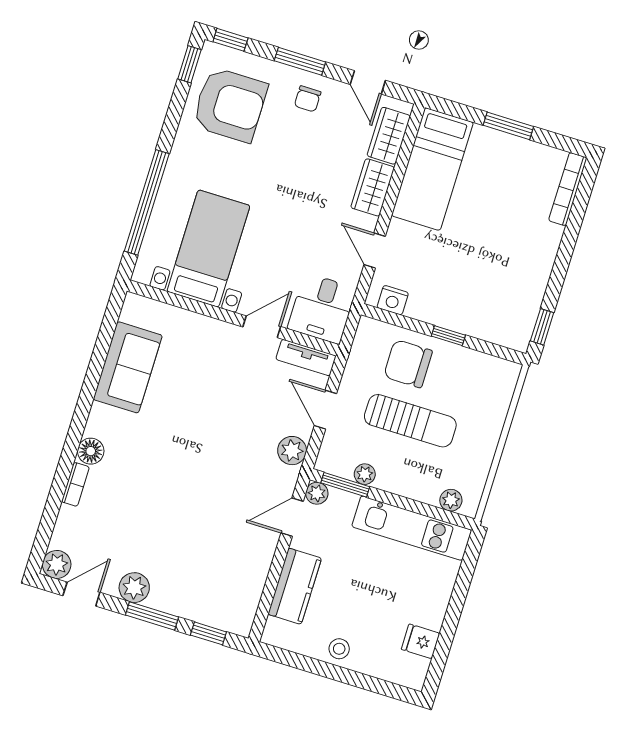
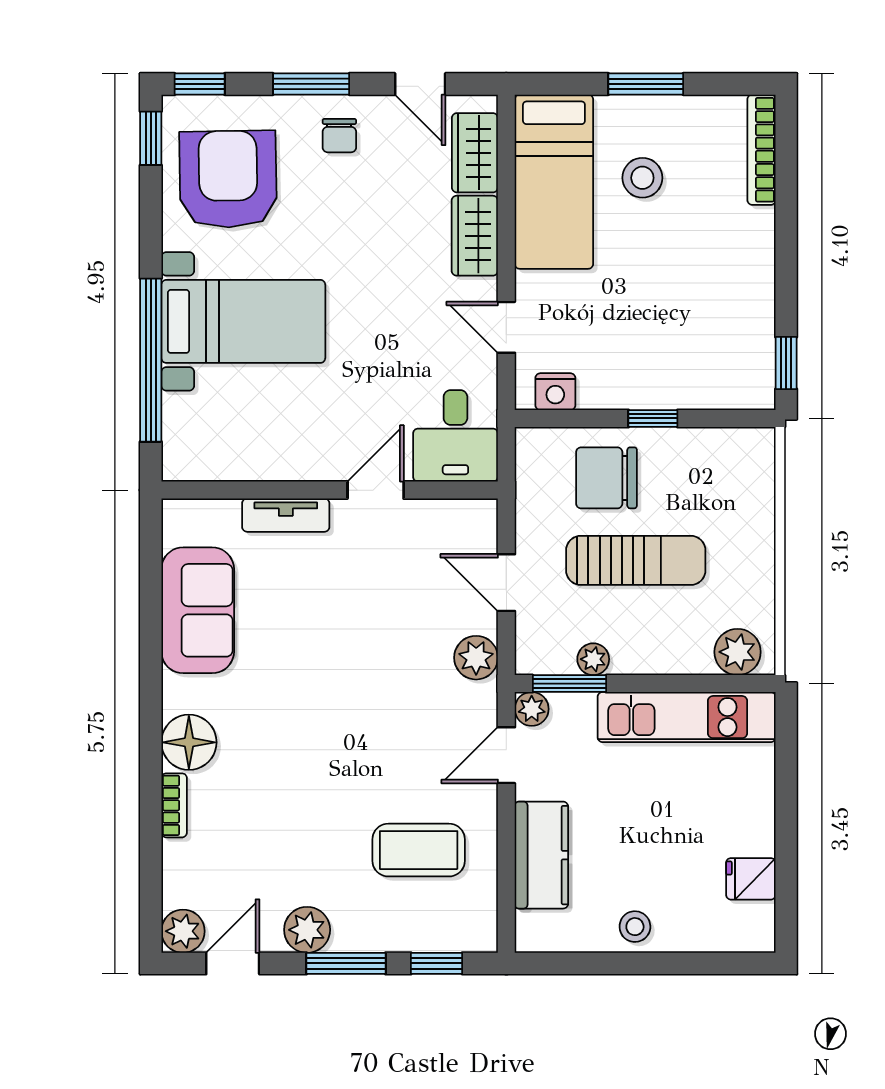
armchair: (230, 105) -> (228, 179), turned -91
stool: (488, 184) -> (642, 178), added
bed with nightstands: (208, 249) -> (243, 321), moved, turned 90
tv unit: (306, 358) -> (286, 515), moved
floor lamp: (91, 451) -> (189, 742), width x1.38, depth x1.38
plant: (451, 500) -> (738, 652), width x1.38, depth x1.38
coffee table: (219, 559) -> (419, 850), added

